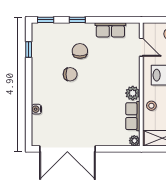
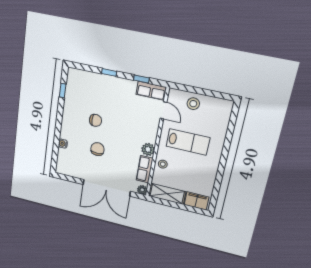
window: (46, 20) -> (141, 79), moved
row of seats: (110, 30) -> (151, 91), moved
chair: (80, 51) -> (97, 149), moved
double door: (67, 149) -> (107, 188), moved

